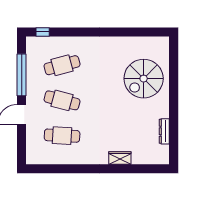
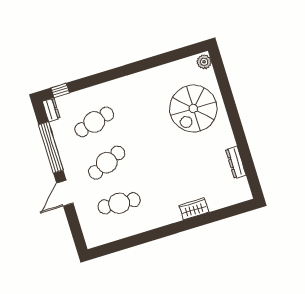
plant: (163, 44) -> (204, 62), added
dresser: (31, 45) -> (51, 110), added
cafe table: (62, 100) -> (107, 163), turned -39

